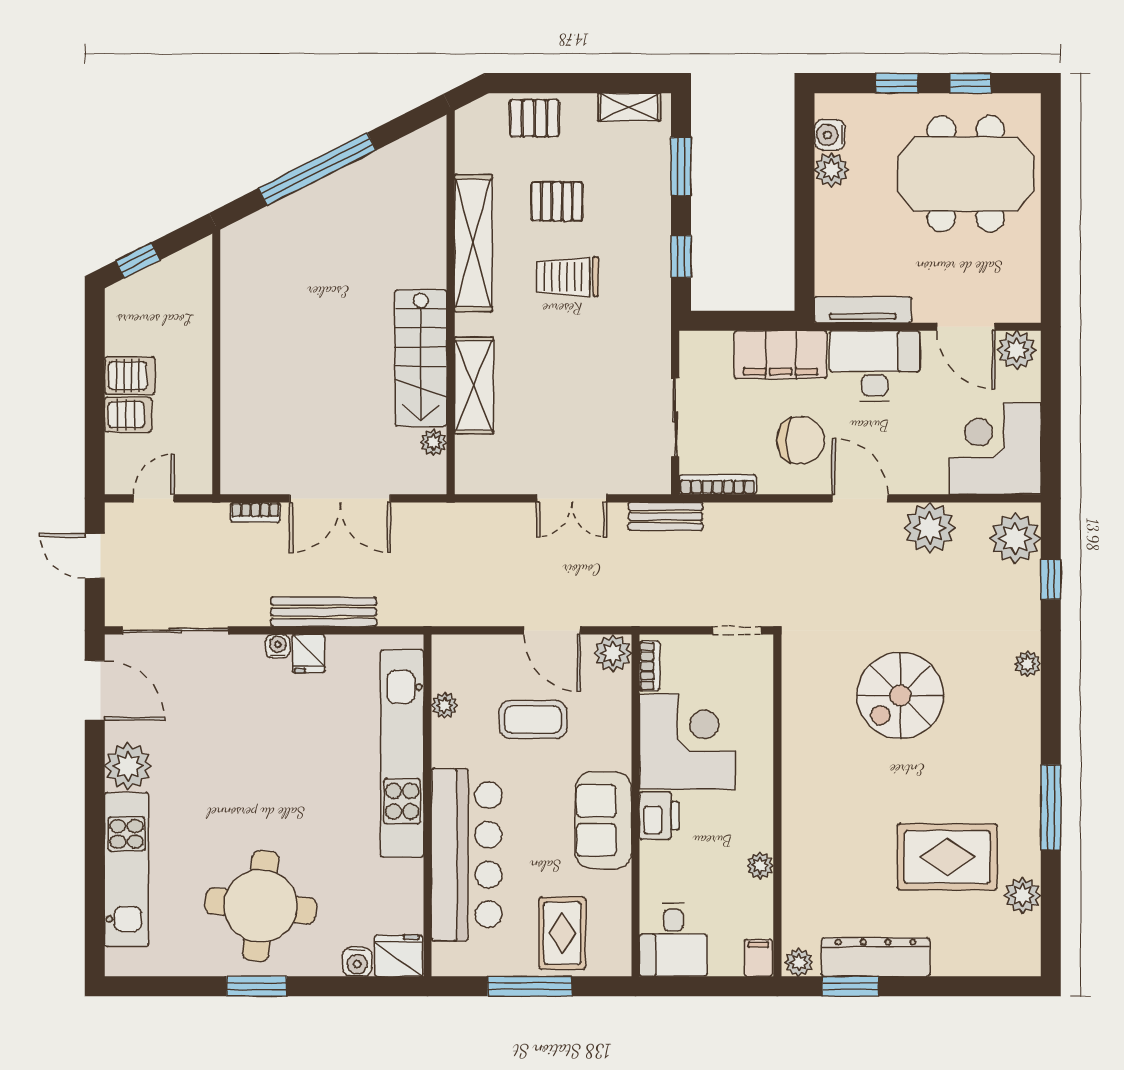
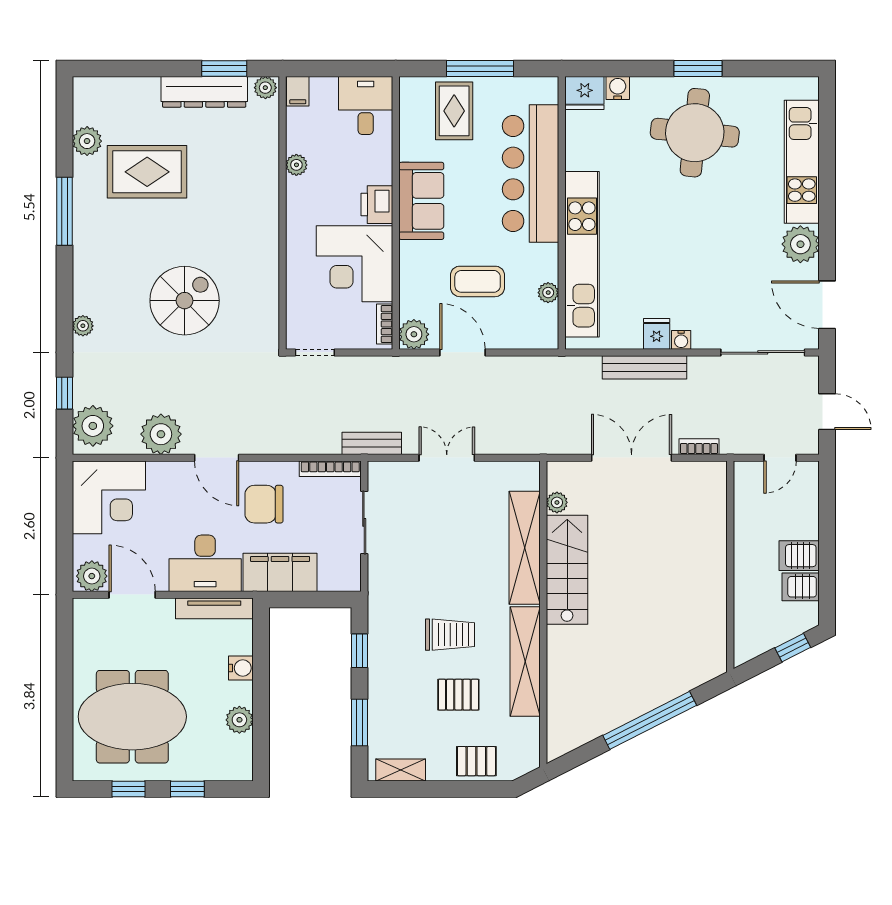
water cooler: (830, 135) -> (241, 668), moved
shelving: (474, 386) -> (525, 548), width x1.47
server rack: (128, 415) -> (801, 587), moved

